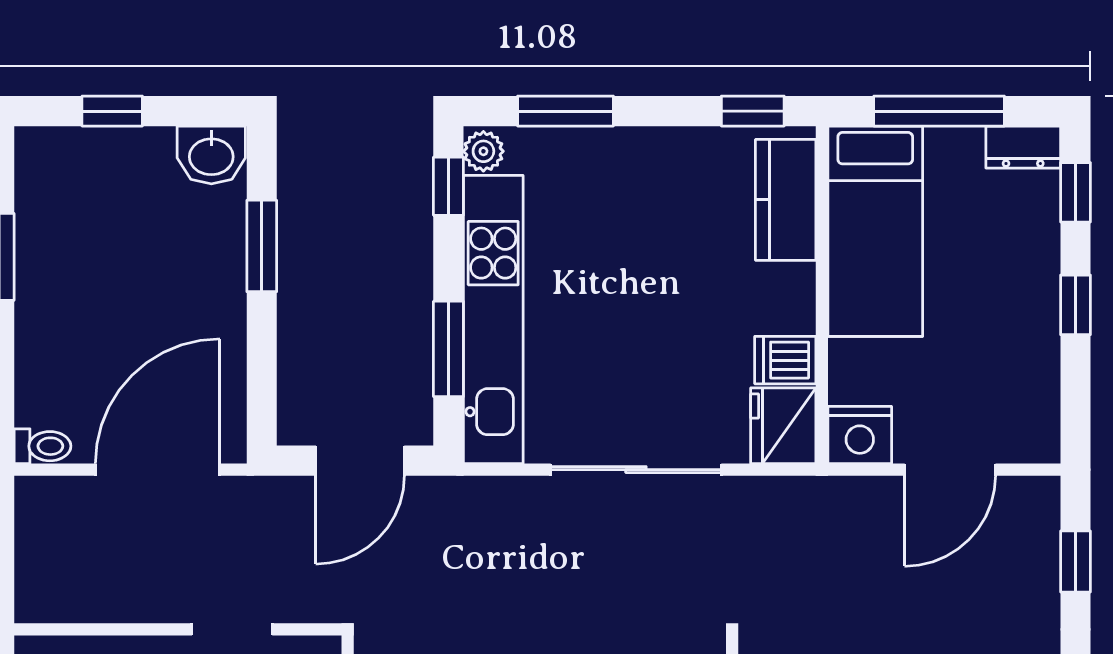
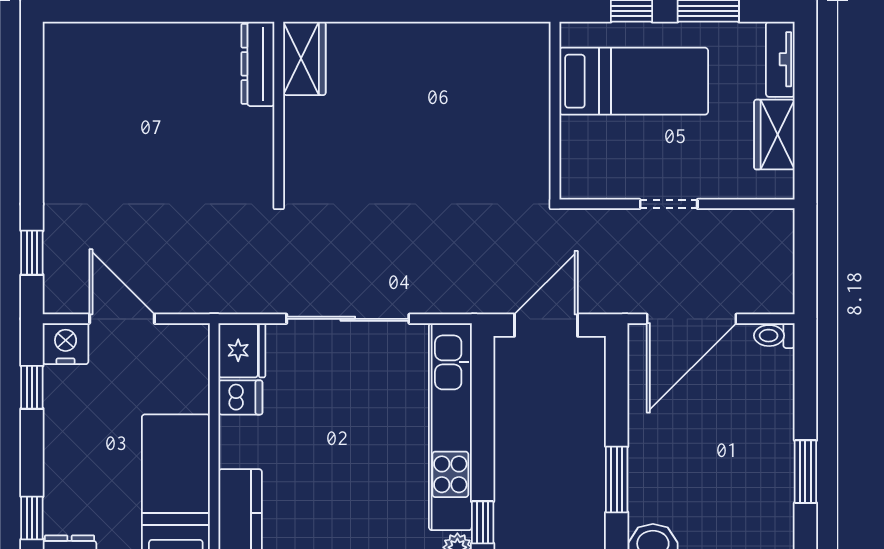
window: (1076, 305) -> (32, 387), moved
window: (448, 349) -> (483, 405), removed
nightstand: (860, 435) -> (66, 344), moved
door: (950, 470) -> (122, 319), hinge flipped
doorway: (232, 629) -> (669, 204), moved

